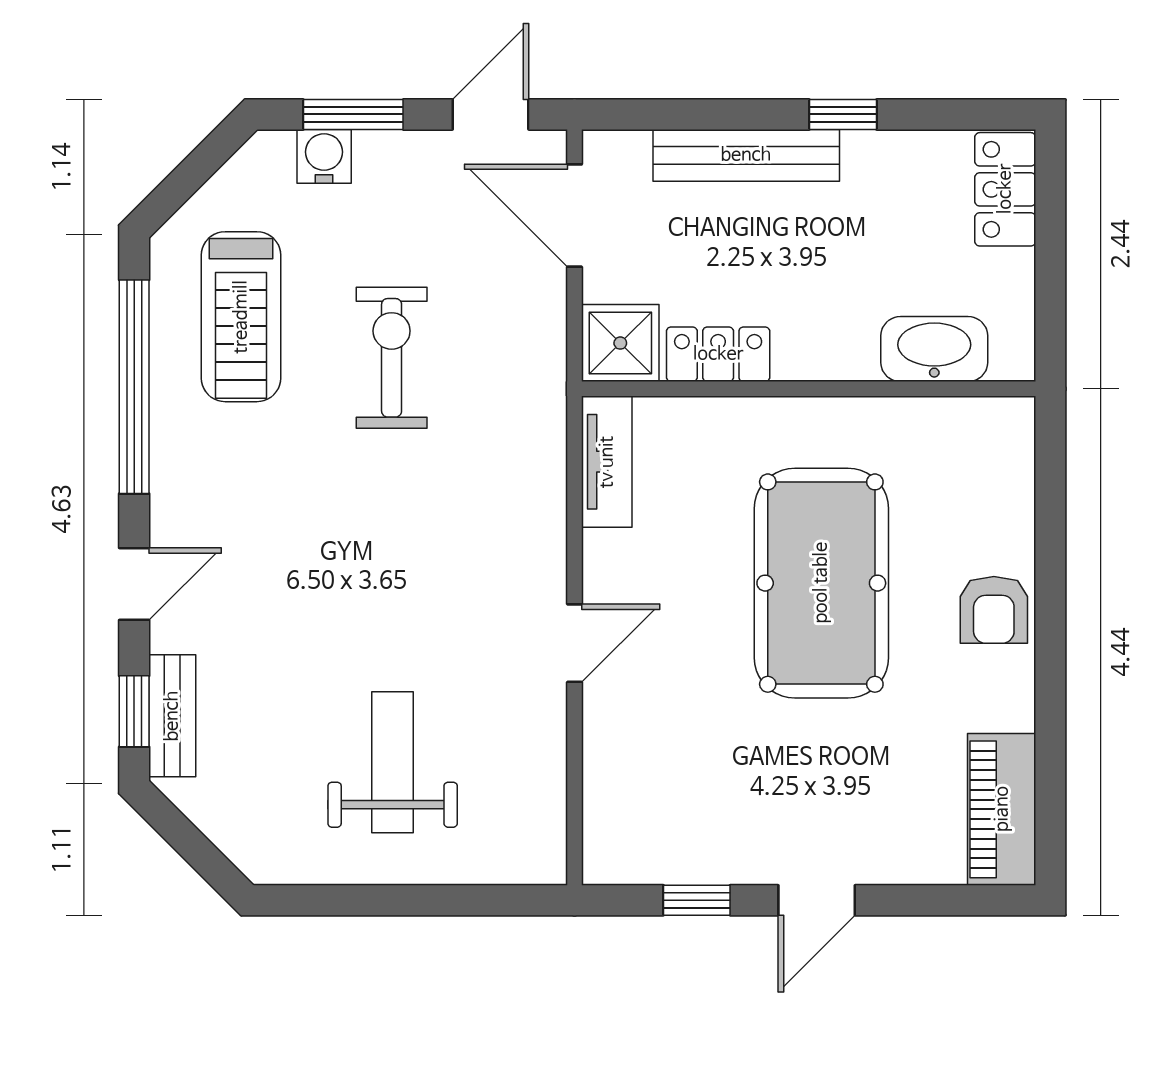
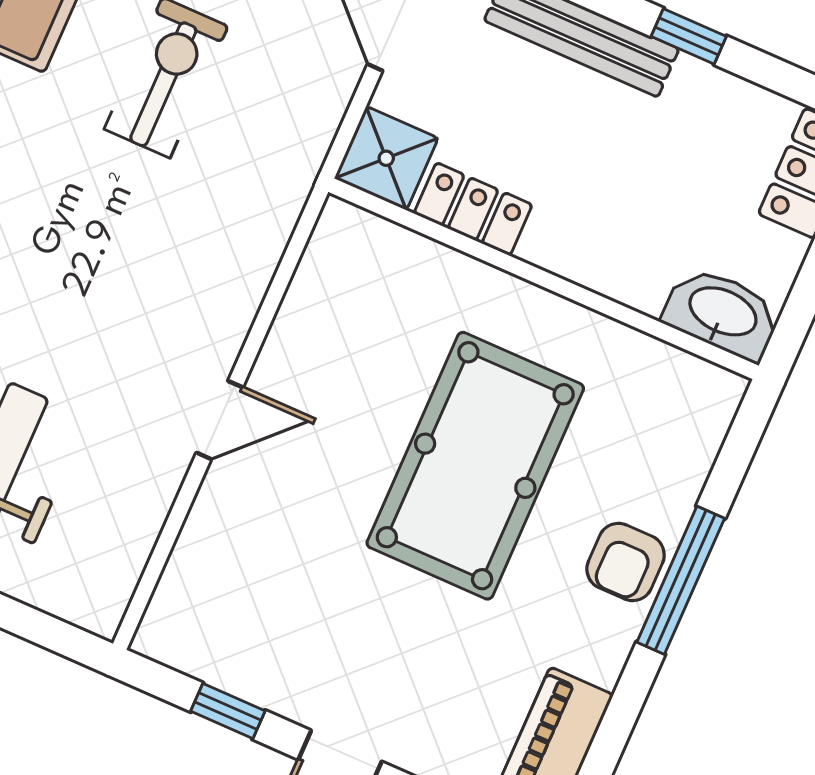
washbasin: (934, 349) -> (722, 313), moved
tv unit: (607, 462) -> (325, 264), removed
window: (1050, 604) -> (681, 580), added

